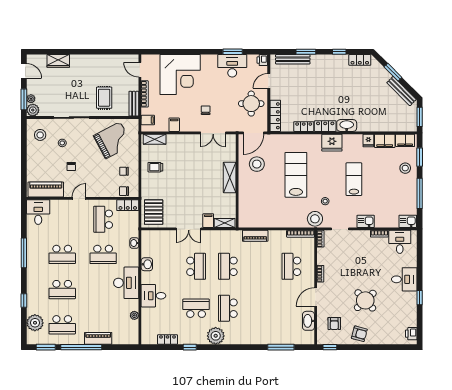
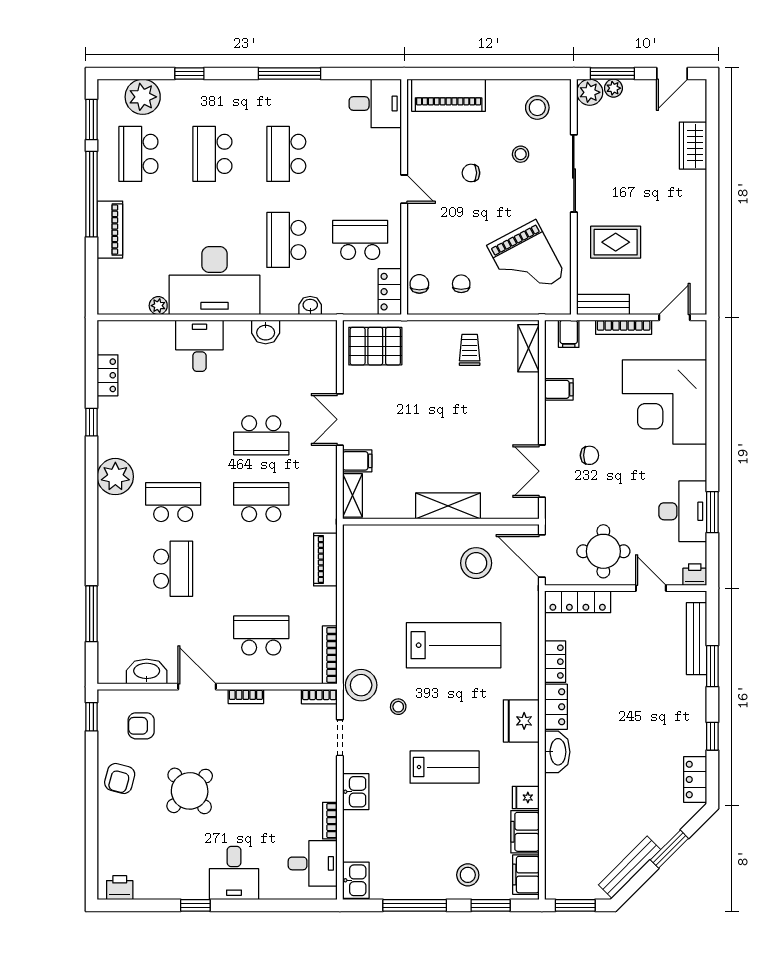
piano: (46, 189) -> (449, 95), moved, turned 90
desk: (126, 283) -> (215, 281), width x1.36, depth x1.30
school desk: (196, 308) -> (173, 569), moved

